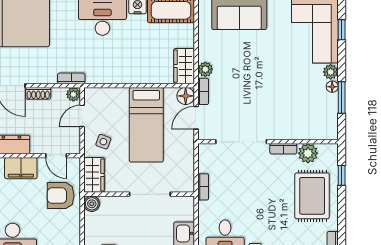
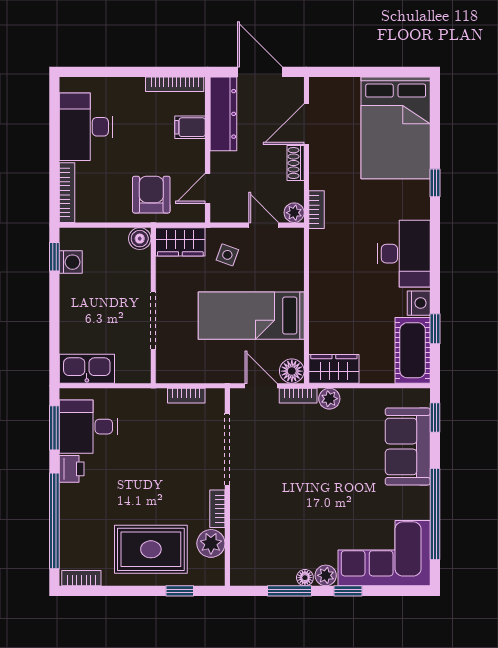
window: (342, 30) -> (348, 591), moved
filing cabinet: (21, 168) -> (190, 127), width x0.50
bookcase: (203, 187) -> (186, 396), moved

